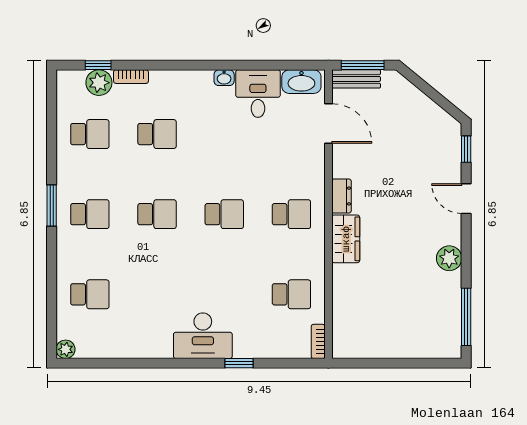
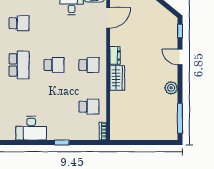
door: (328, 124) -> (108, 18), hinge flipped
school desk: (157, 214) -> (19, 65), width x1.85
desk: (203, 336) -> (31, 128), moved

